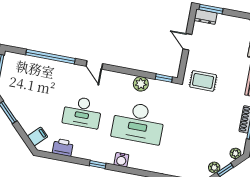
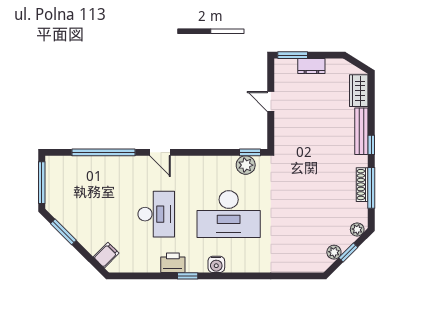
dresser: (206, 17) -> (311, 66), moved
rug: (203, 81) -> (300, 147), removed
plant: (141, 84) -> (246, 165), moved
desk: (82, 112) -> (156, 214), turned -90
printer: (63, 147) -> (173, 263), moved

